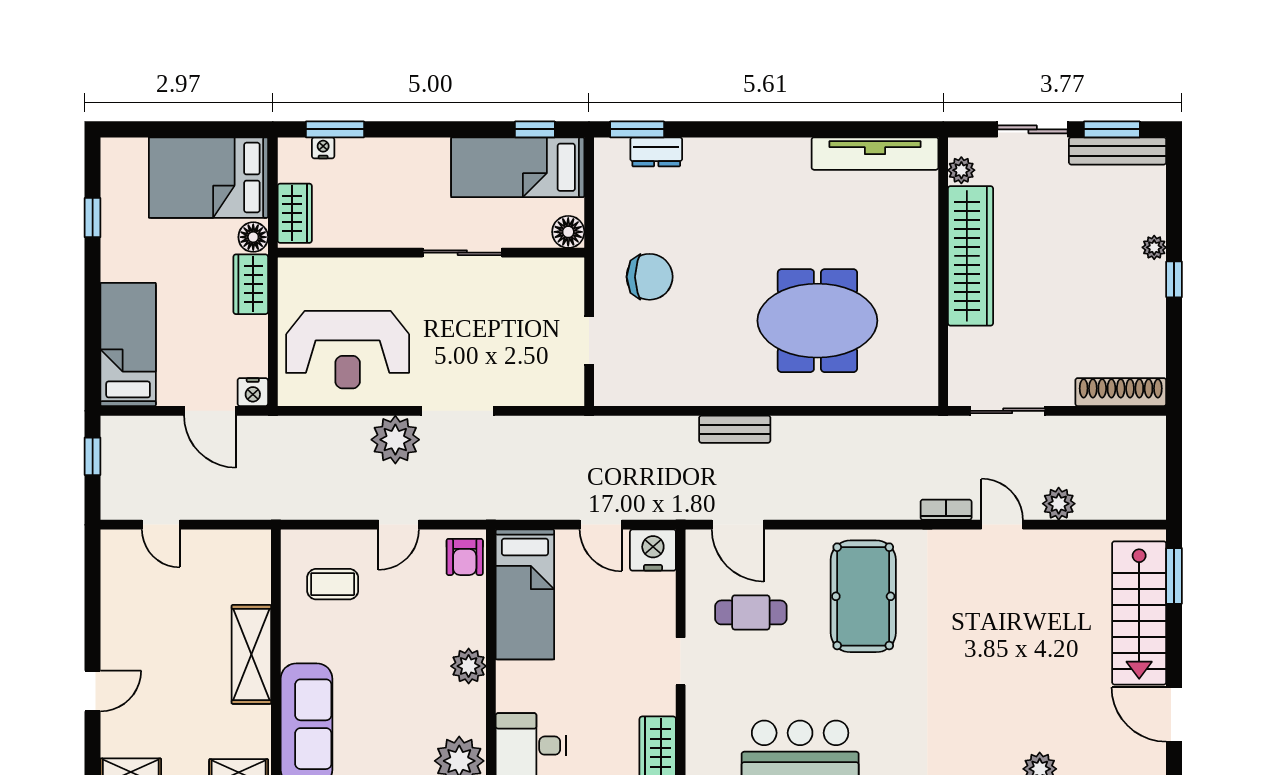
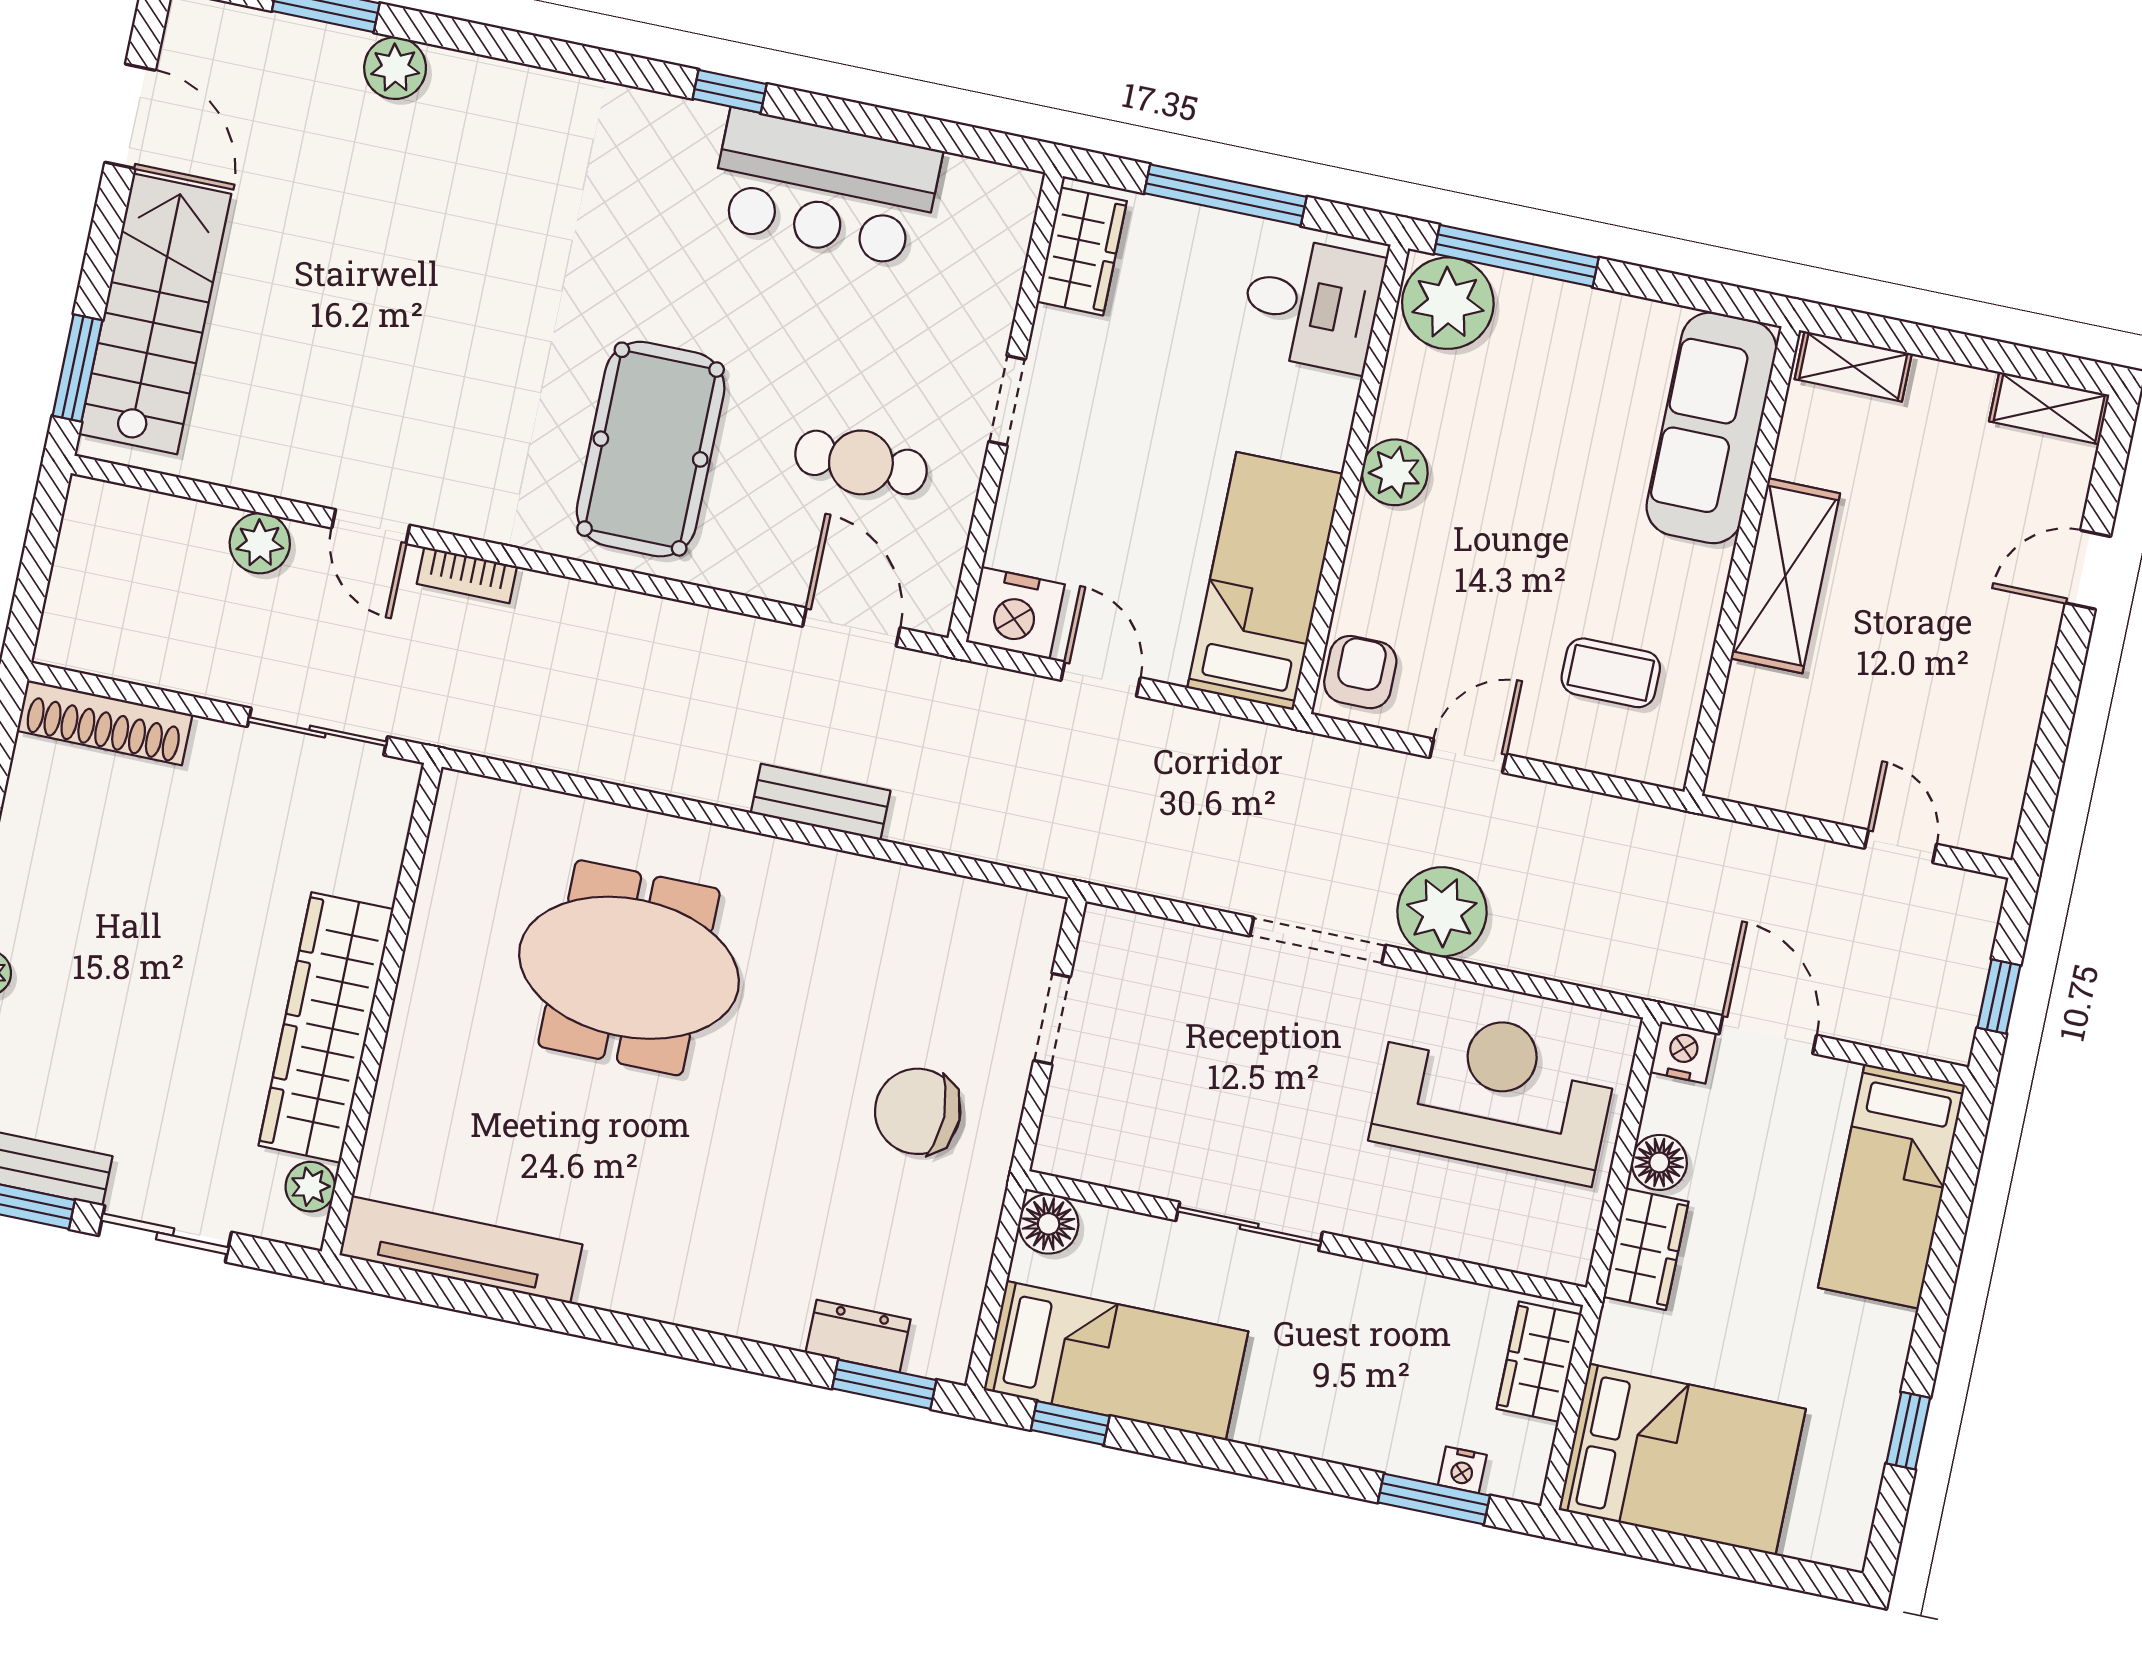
floor lamp: (253, 237) -> (1659, 1162), moved

